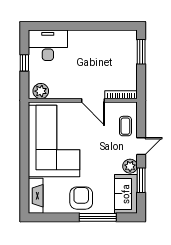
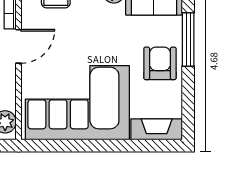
armchair: (81, 198) -> (160, 63), turned 90

